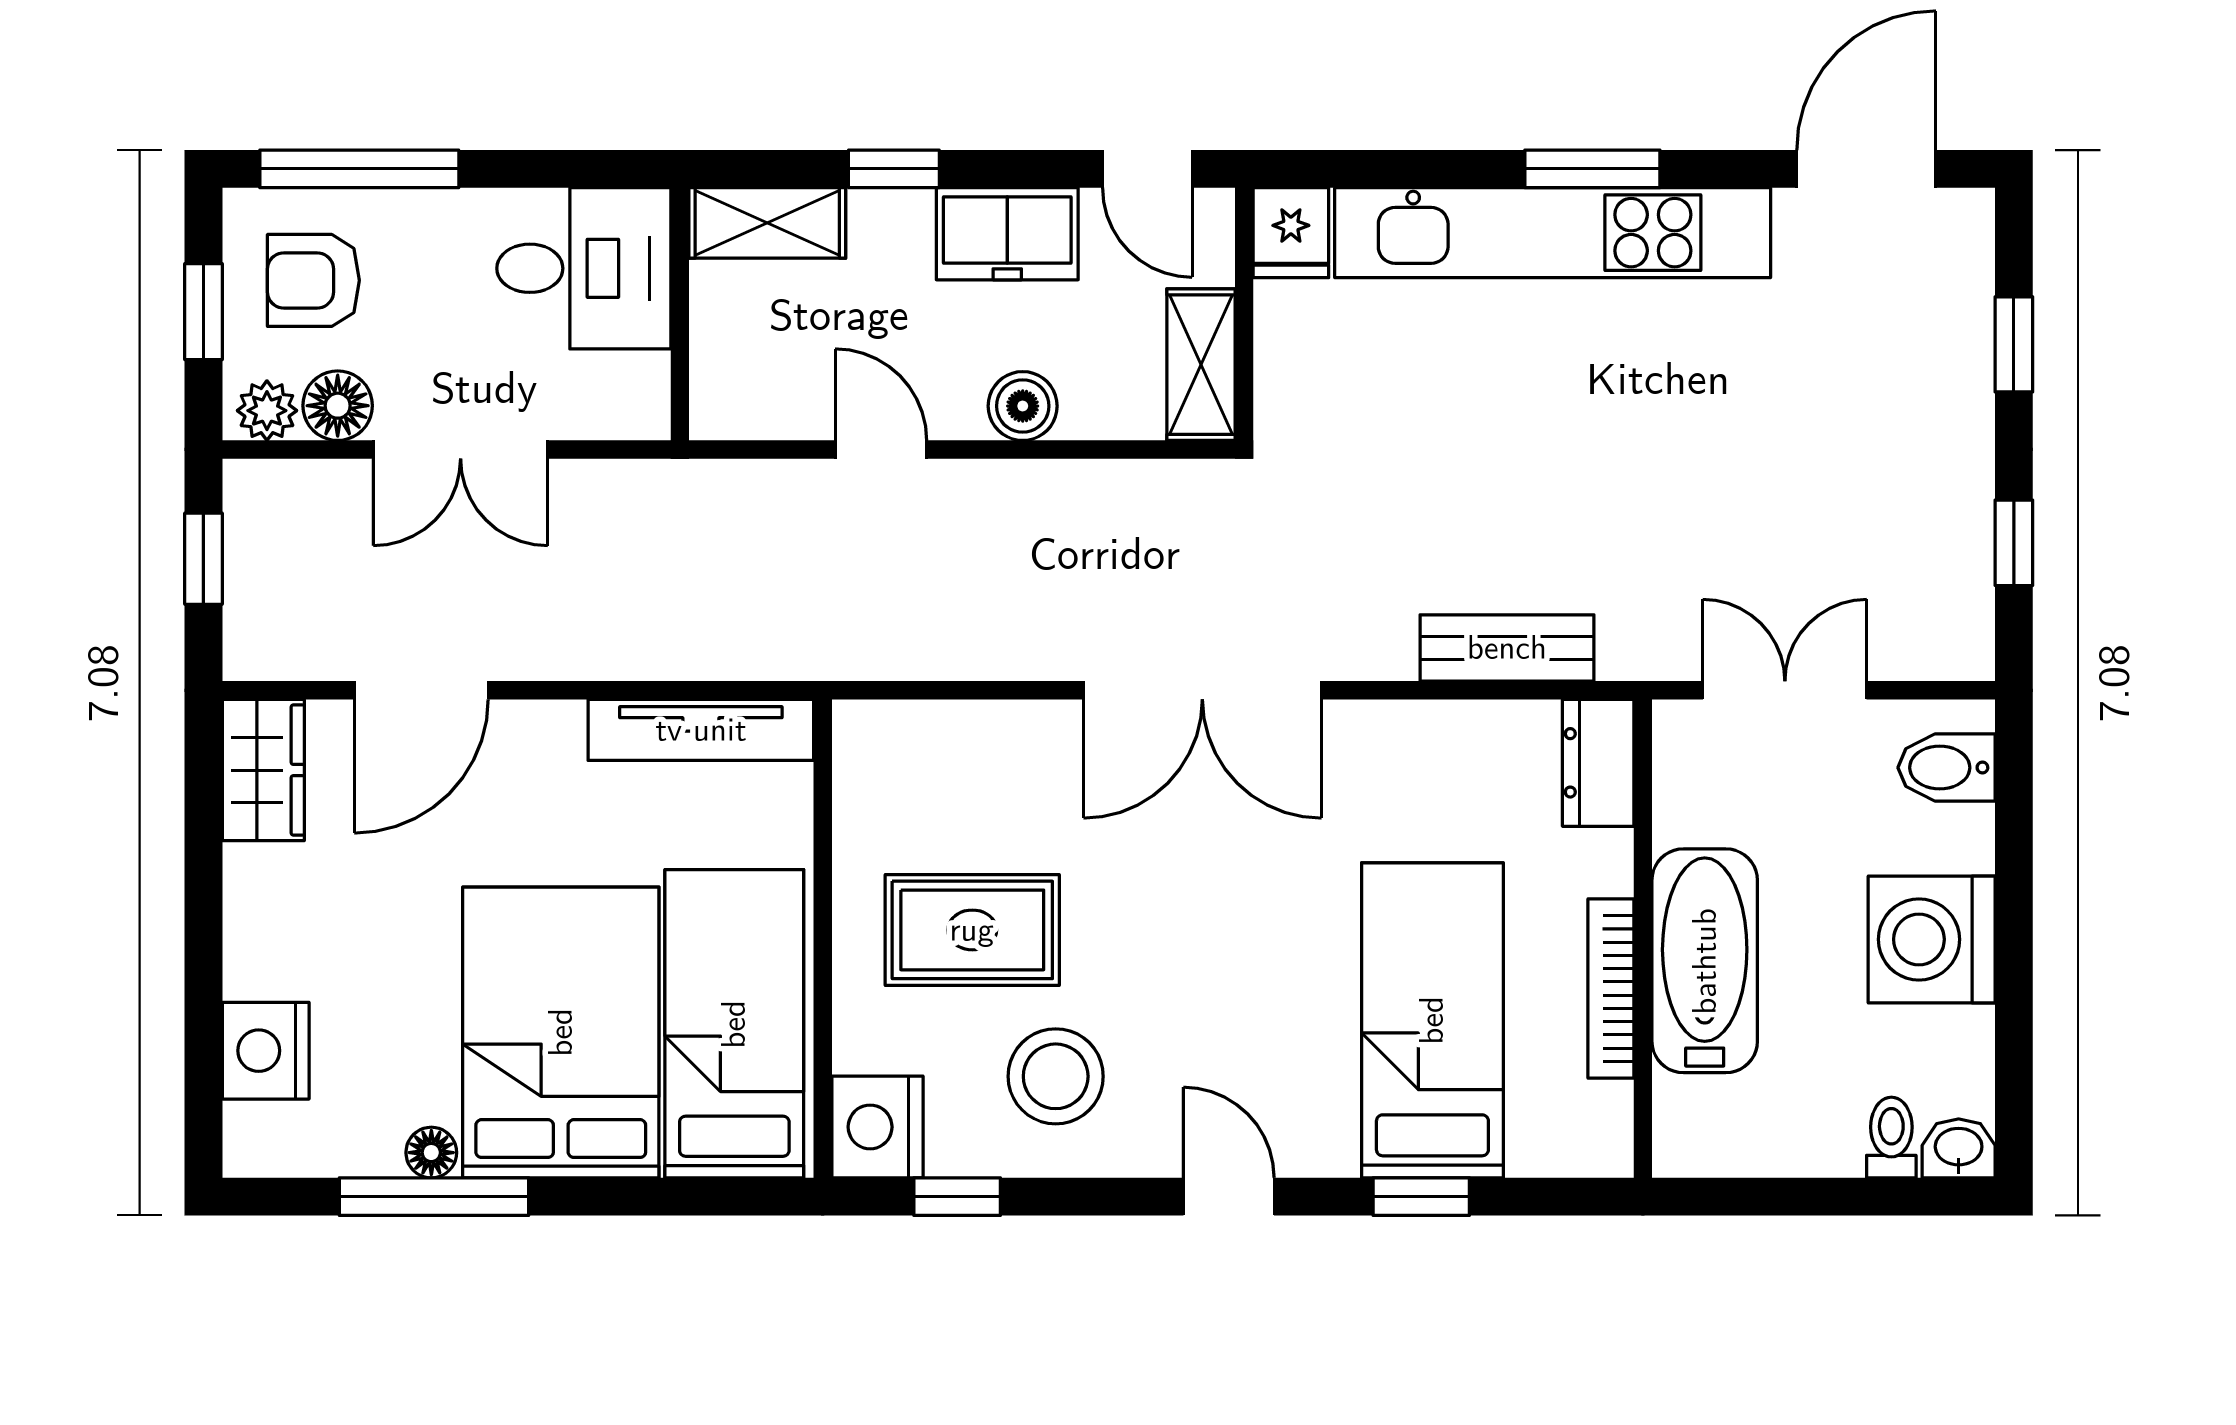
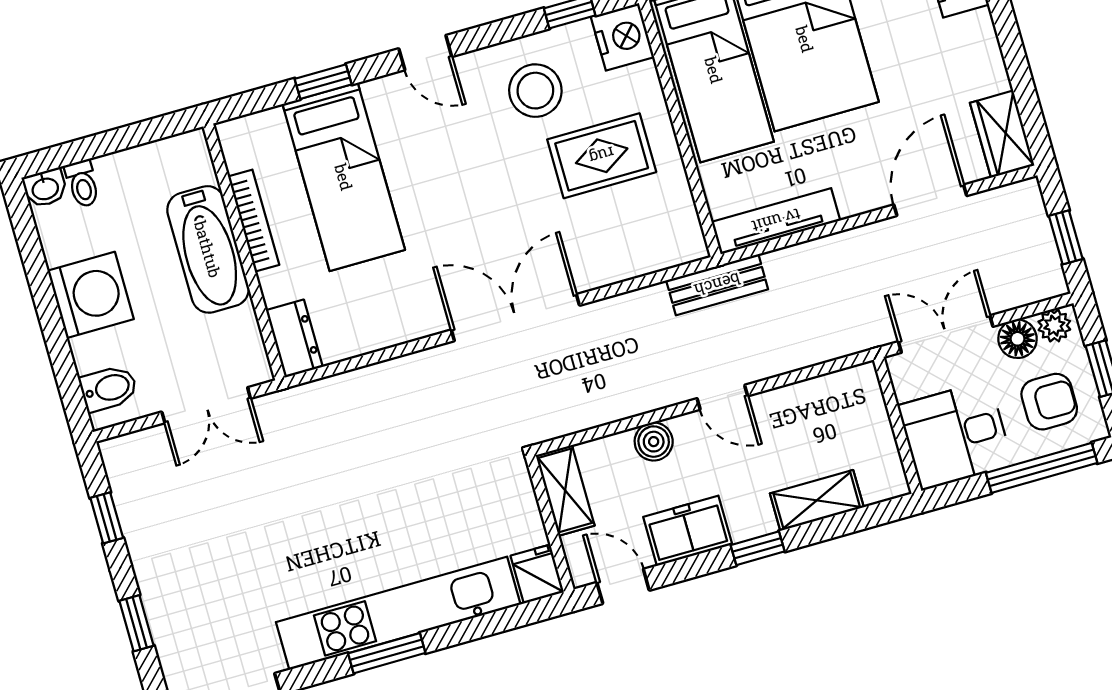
desk: (584, 268) -> (955, 435), moved
wall: (680, 314) -> (898, 425), moved
bench: (1507, 648) -> (717, 285), moved

